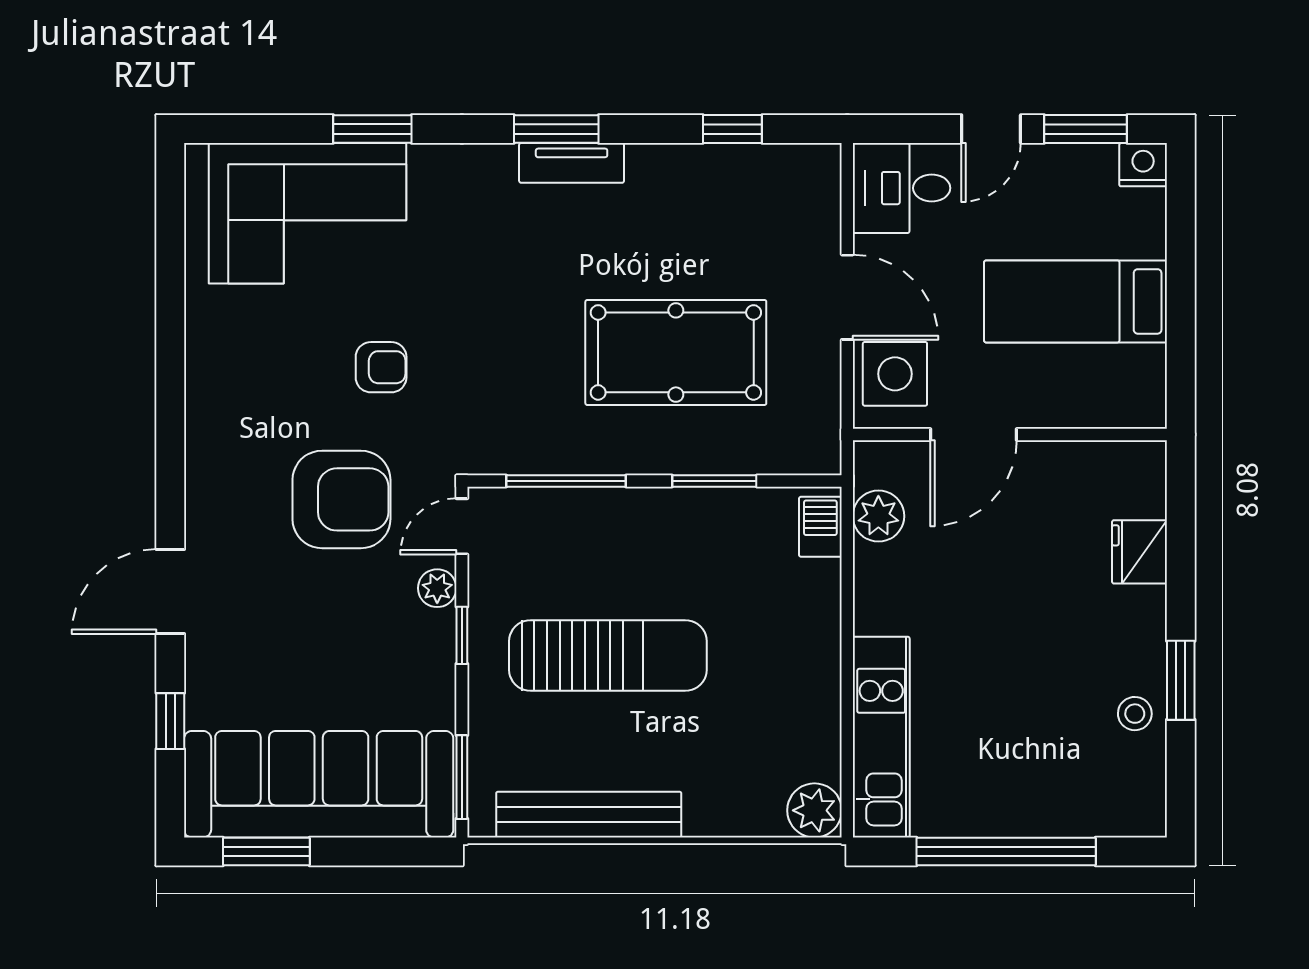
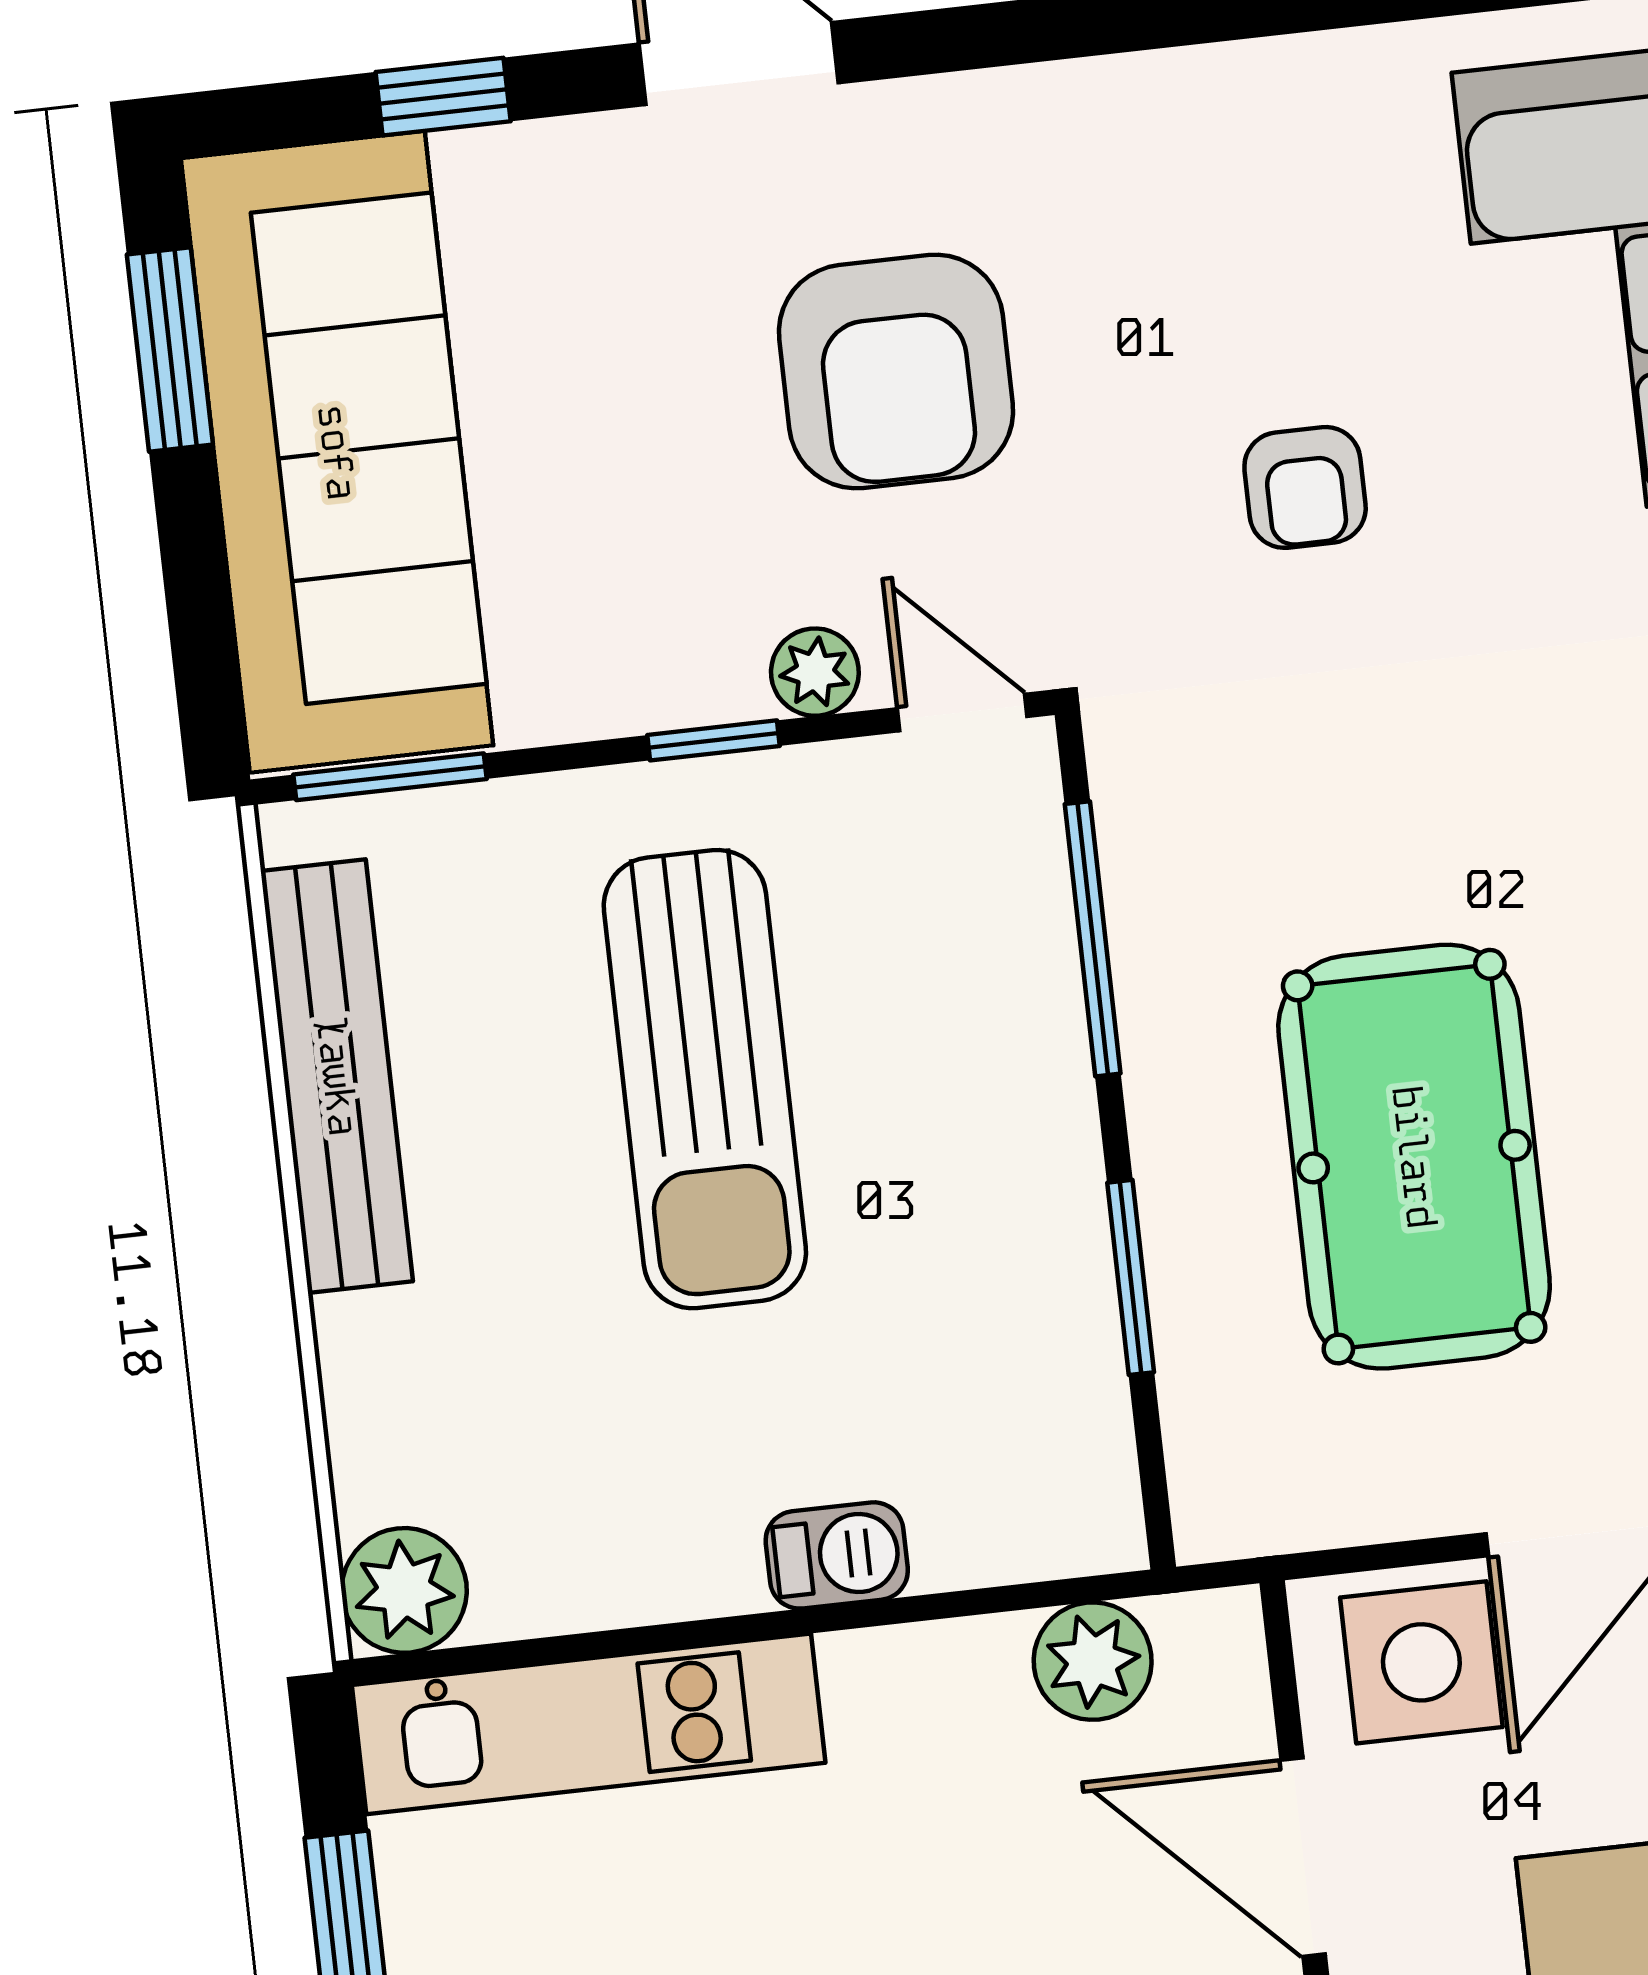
armchair: (341, 499) -> (896, 371), moved
barbecue: (820, 527) -> (837, 1555), moved

